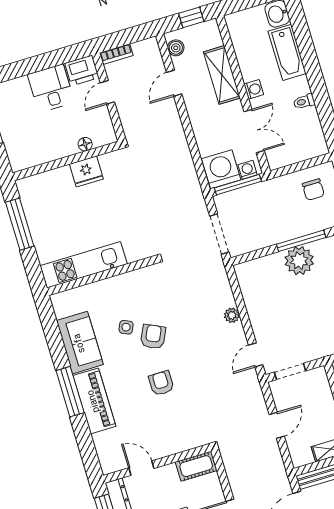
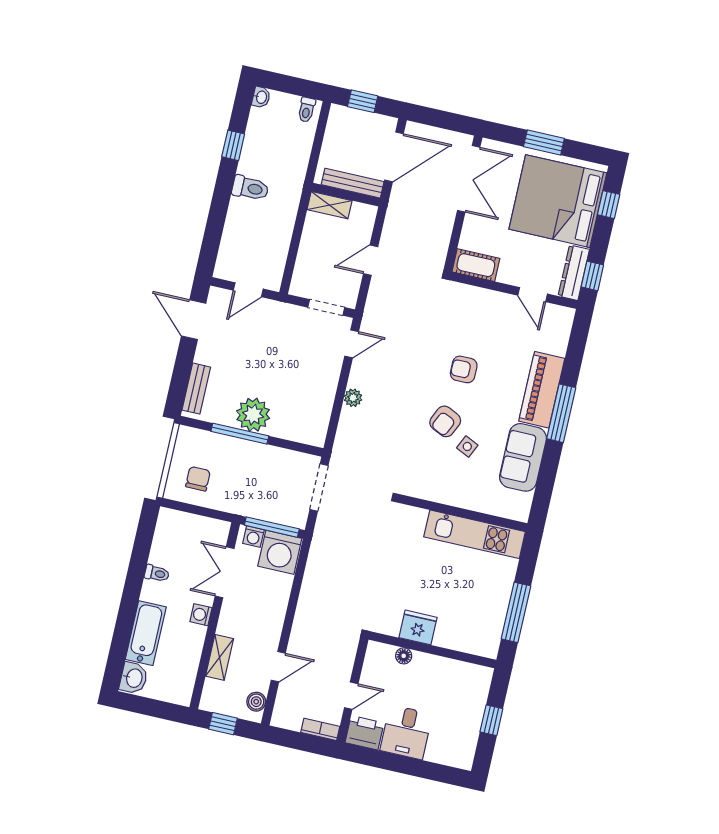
shelving: (222, 75) -> (220, 657), width x0.67, depth x0.75
armchair: (161, 383) -> (464, 369), turned 90

